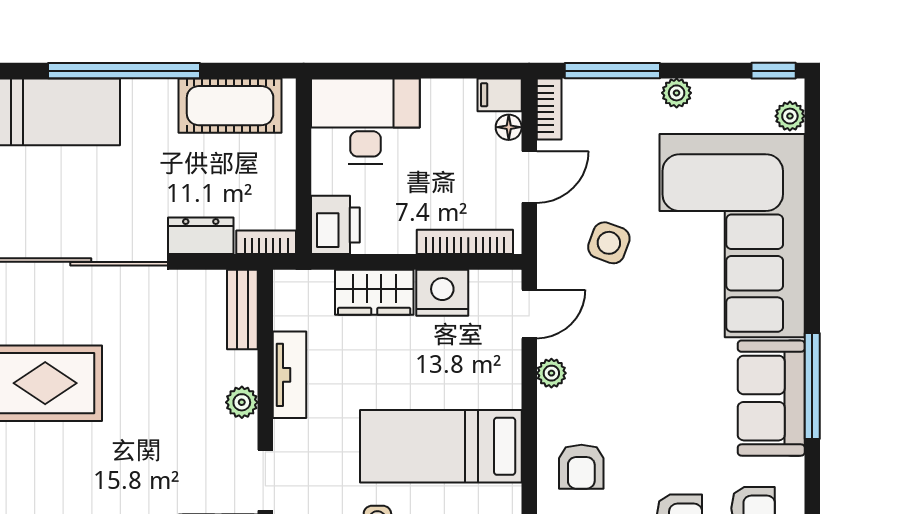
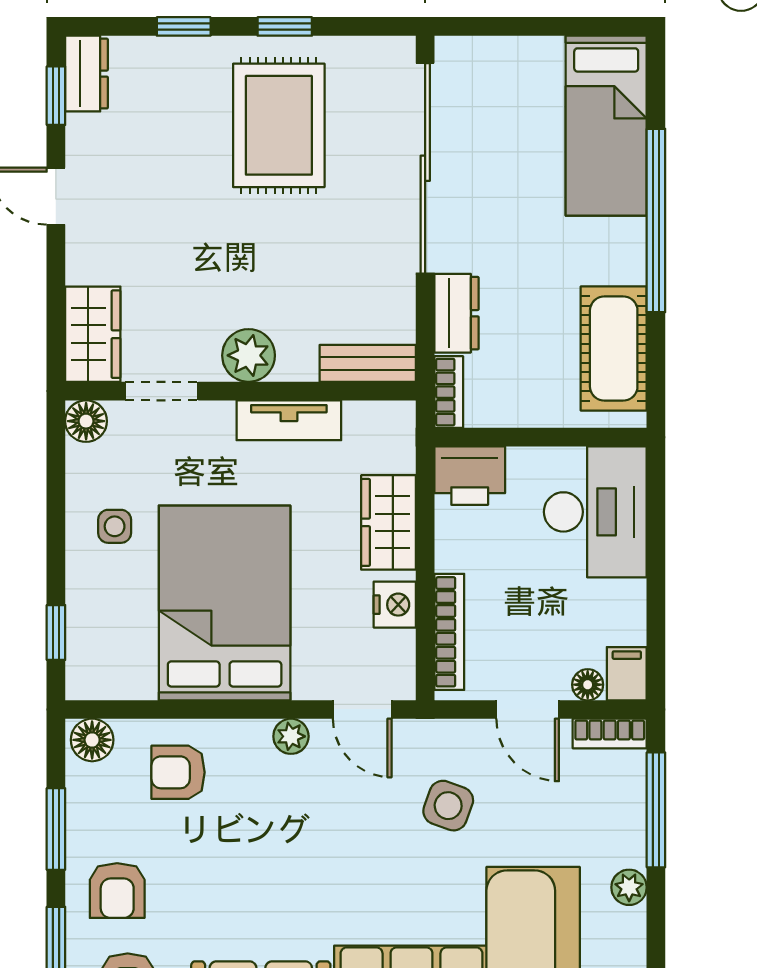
nightstand: (442, 293) -> (395, 605), width x0.74, depth x0.75
plant: (242, 402) -> (249, 355), width x1.38, depth x1.38
bed: (441, 446) -> (225, 603), width x1.50

